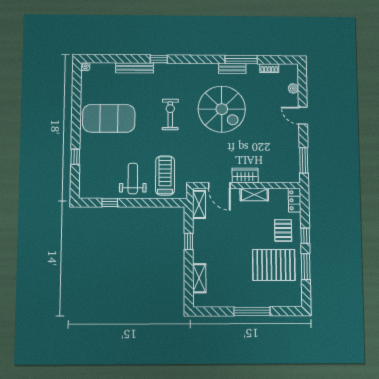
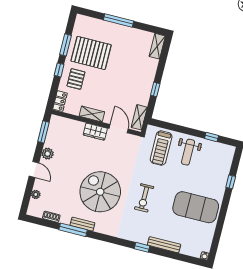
plant: (292, 137) -> (48, 154), added
shelving: (199, 278) -> (157, 46), moved

